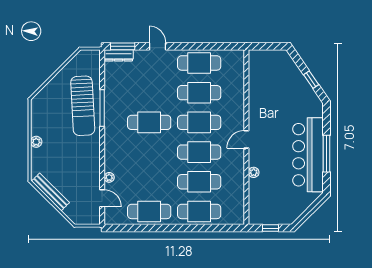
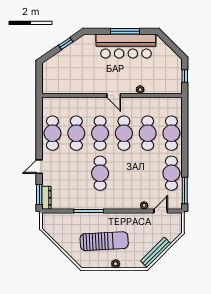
sun lounger: (83, 106) -> (104, 241), moved
window: (128, 228) -> (185, 191), added

